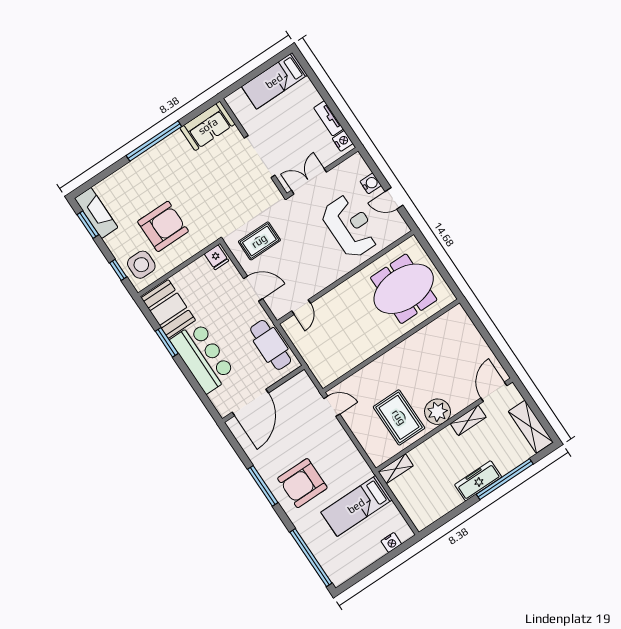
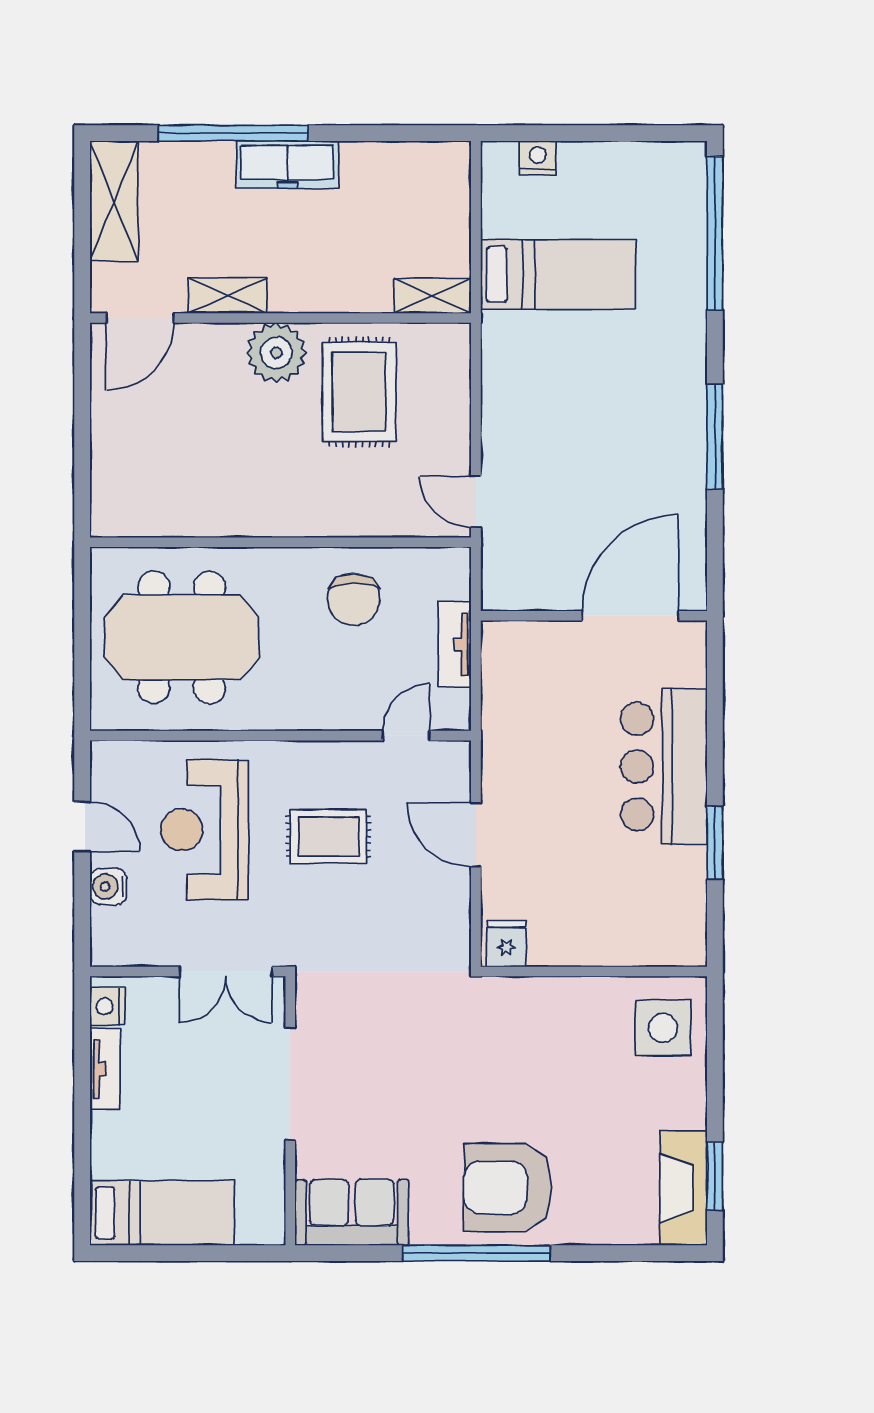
armchair: (163, 226) -> (508, 1188), moved
rug: (259, 241) -> (328, 836), moved
window: (118, 270) -> (715, 1048), removed
booth: (168, 309) -> (668, 906), removed
chair: (352, 343) -> (354, 599), added
cafe table: (271, 345) -> (515, 702), removed
tv unit: (305, 351) -> (455, 644), added
armchair: (302, 483) -> (634, 390), removed

